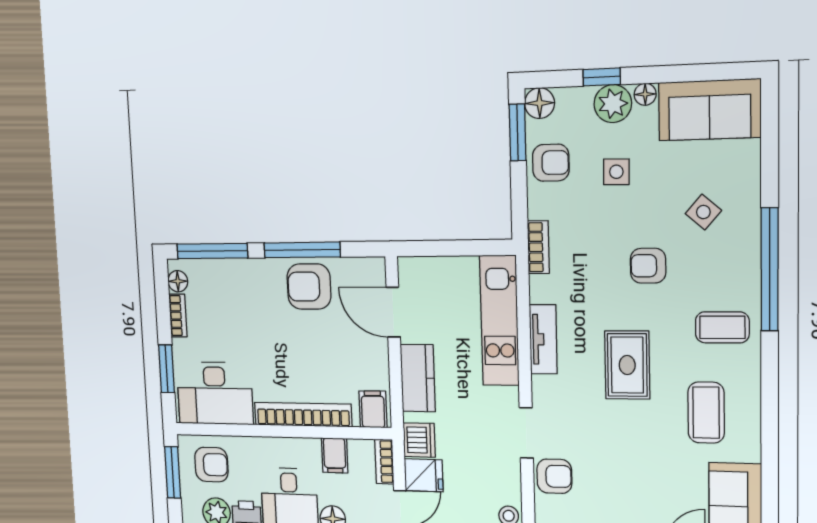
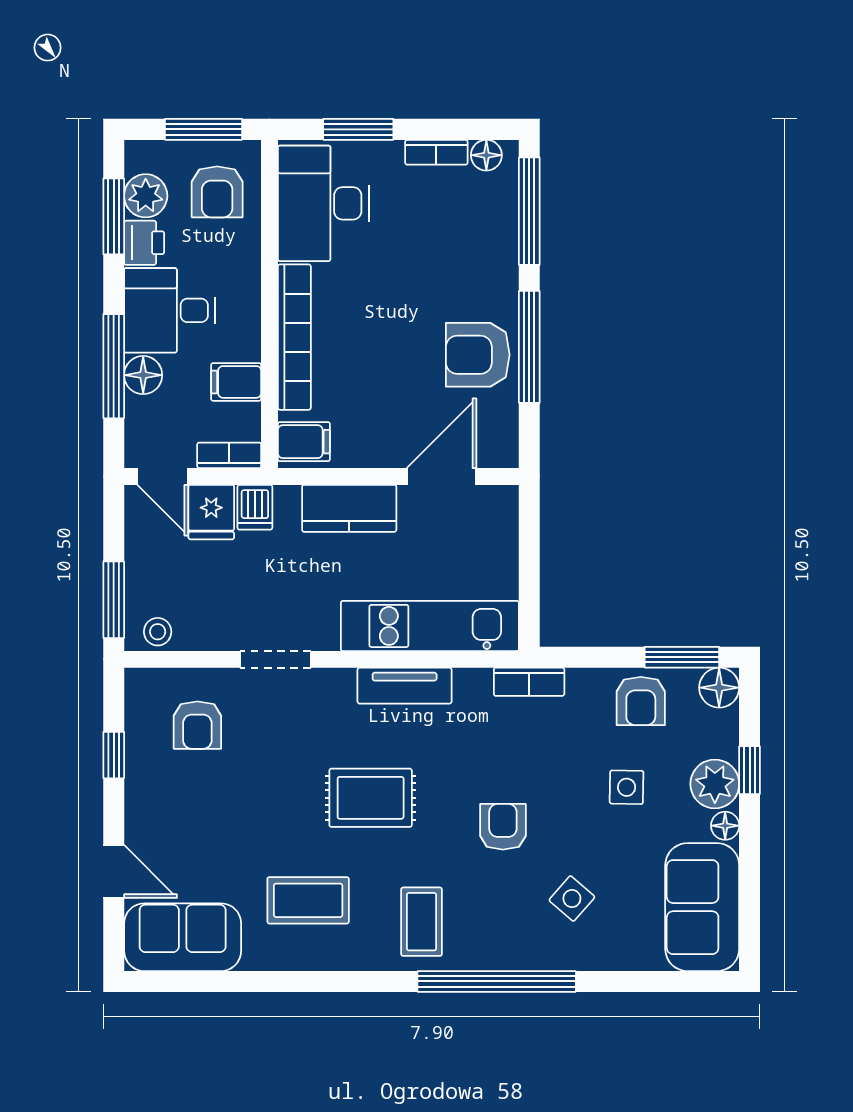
armchair: (309, 287) -> (478, 355), turned -90
dishwasher: (419, 440) -> (255, 507), width x0.73
armchair: (554, 476) -> (197, 725), moved

